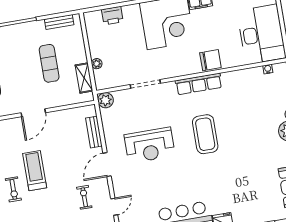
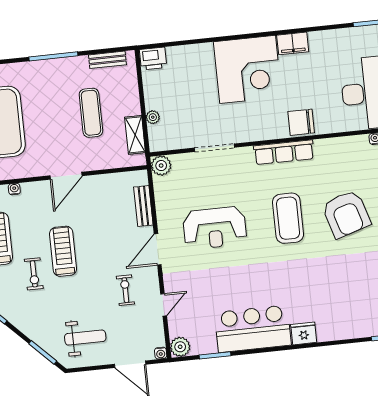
printer: (112, 16) -> (153, 59), moved
chair: (210, 60) -> (301, 122), turned 180
armchair: (249, 128) -> (346, 214), added

